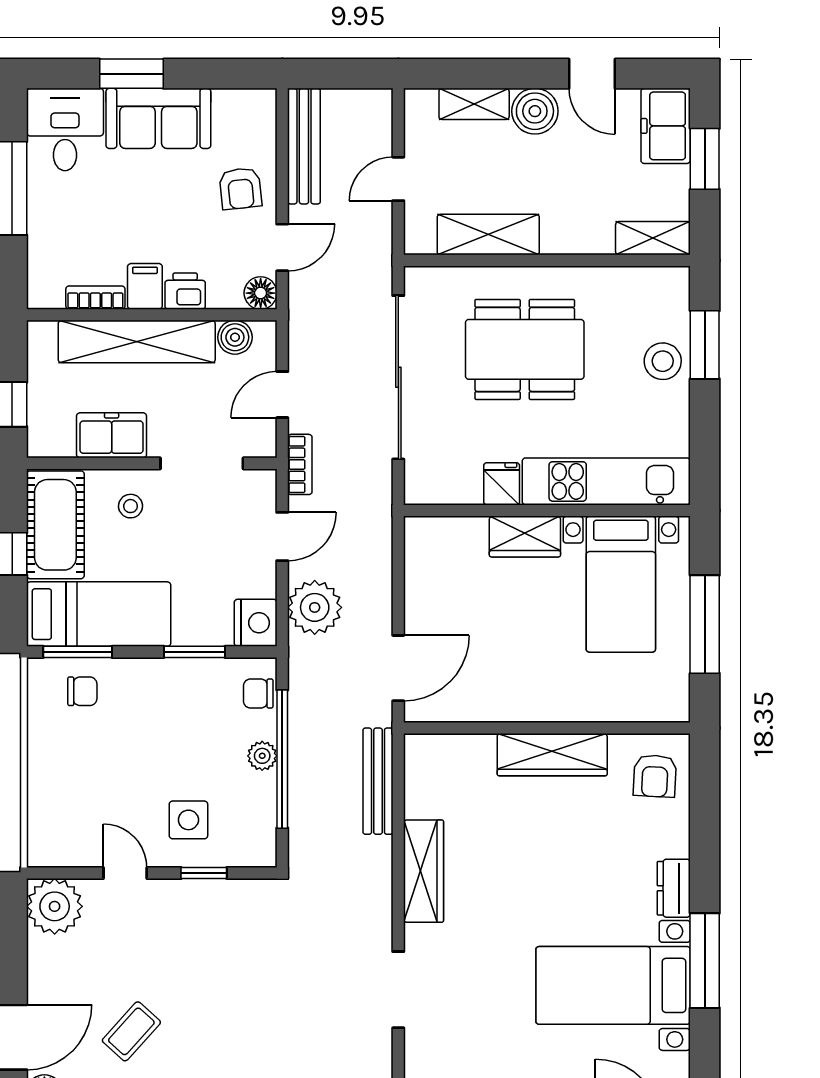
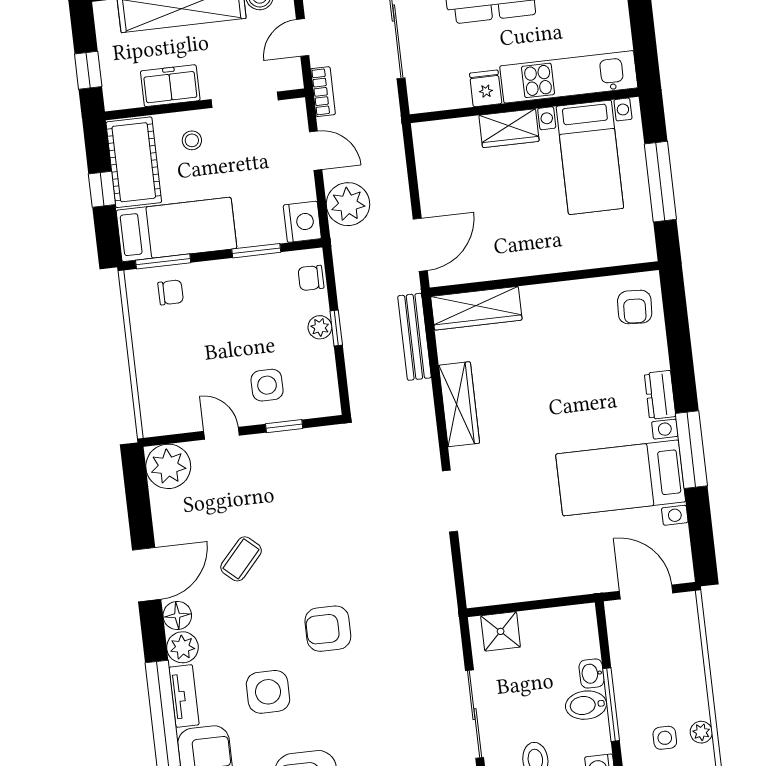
door: (282, 537) -> (316, 151), hinge flipped
wardrobe: (552, 755) -> (476, 308), moved
window: (282, 759) -> (336, 328), width x0.32

